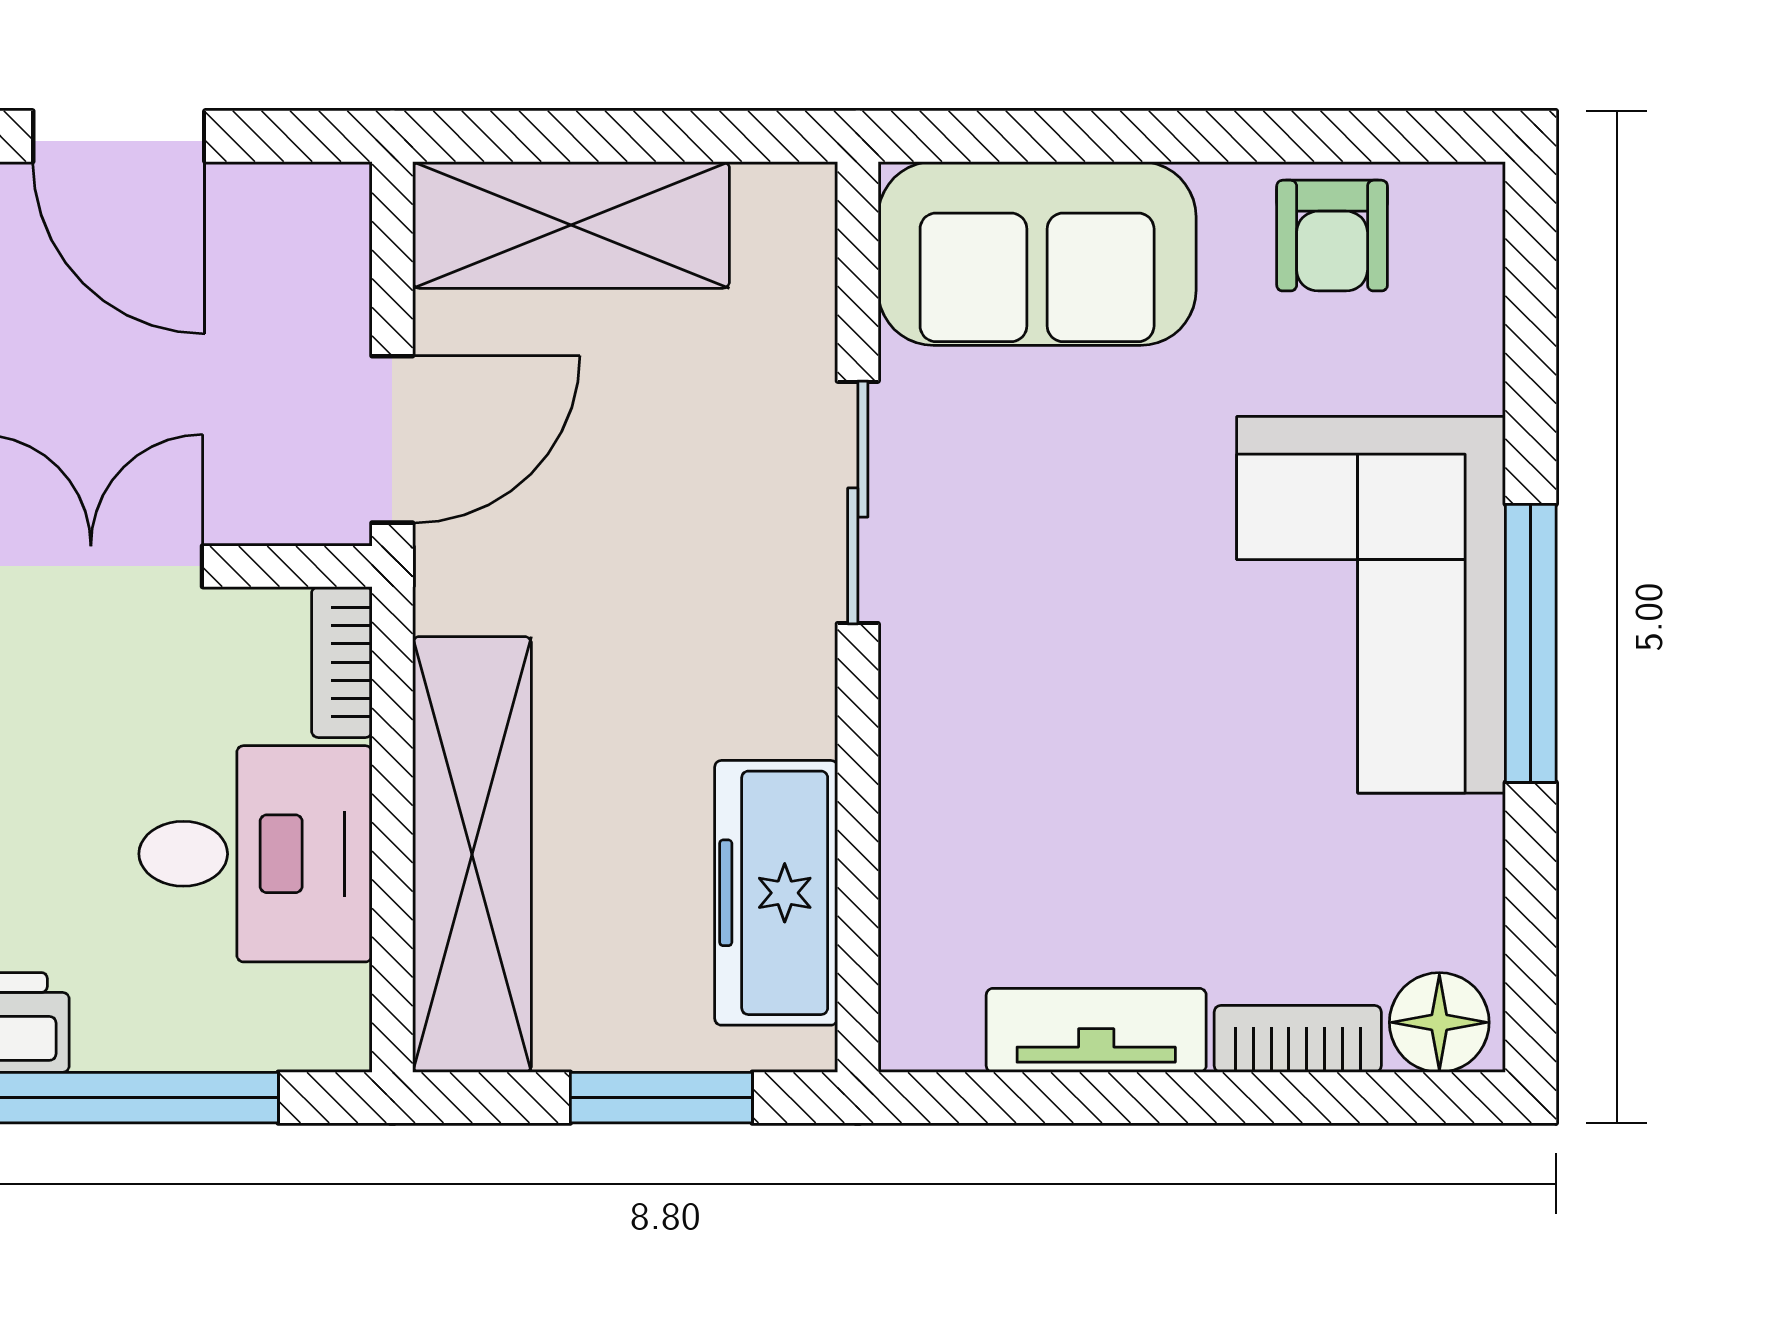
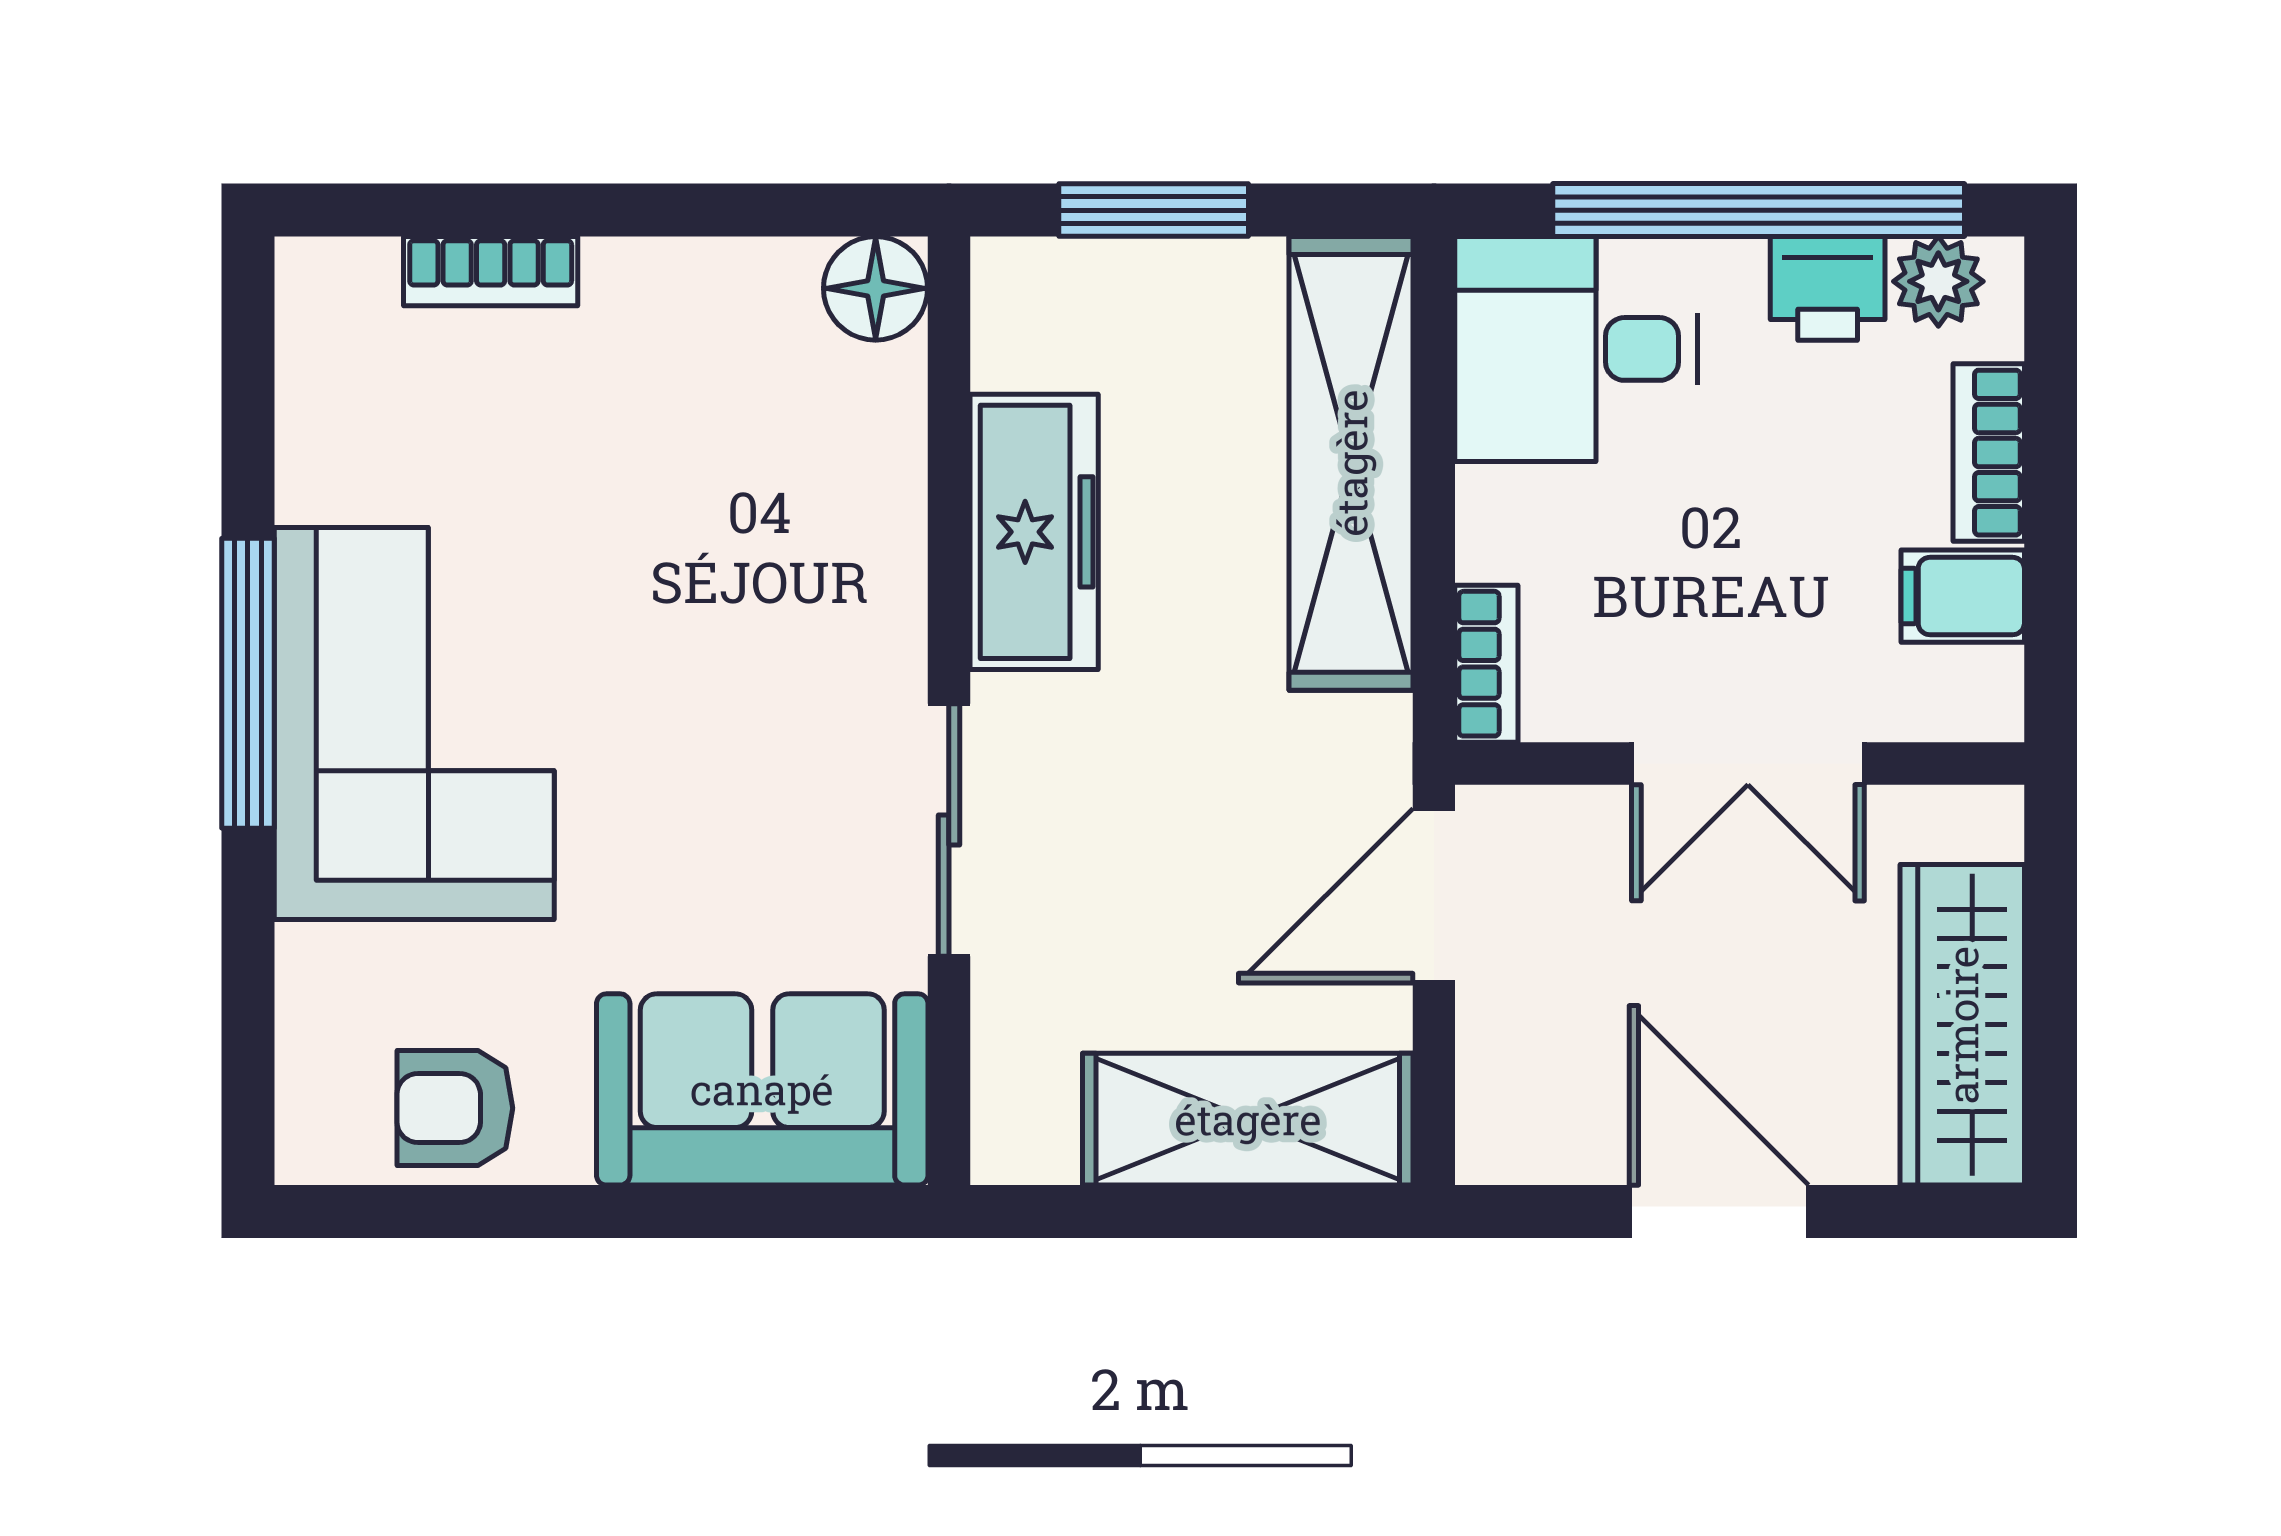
armchair: (1332, 236) -> (455, 1108), turned -90
desk: (256, 854) -> (1576, 349), moved
freezer: (776, 893) -> (1034, 532), moved
floor lamp: (1439, 1022) -> (876, 288), moved
tv unit: (1096, 1030) -> (701, 280), removed

